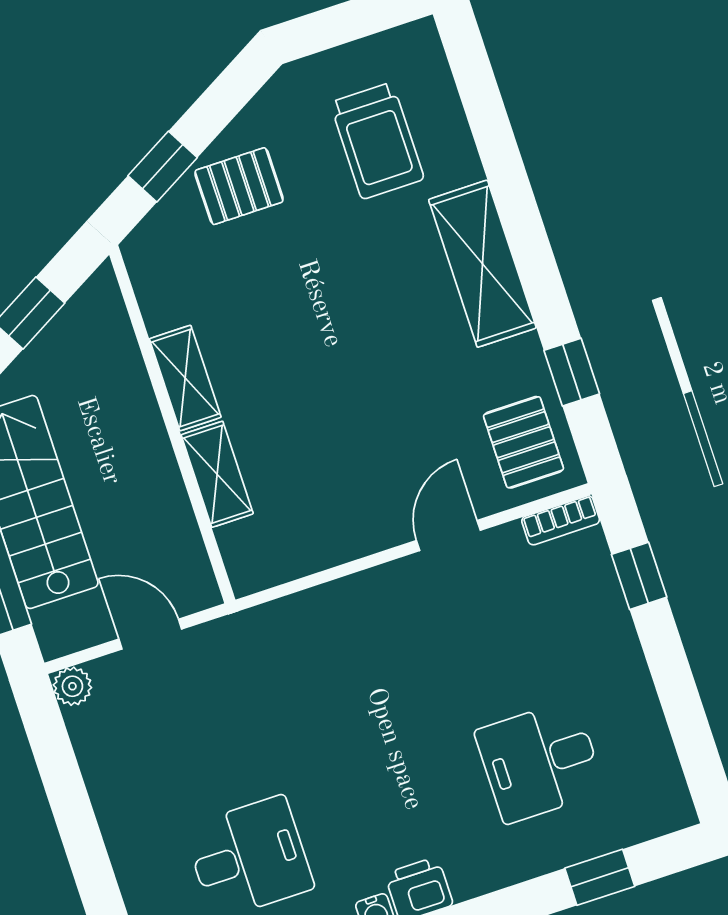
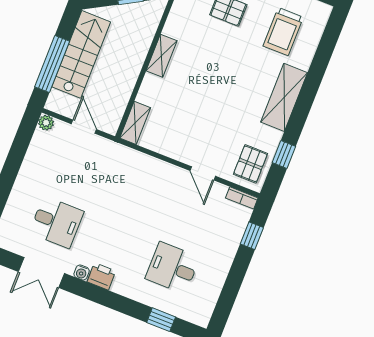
shelving: (217, 474) -> (135, 123), moved
door: (448, 535) -> (203, 173), swing flipped

